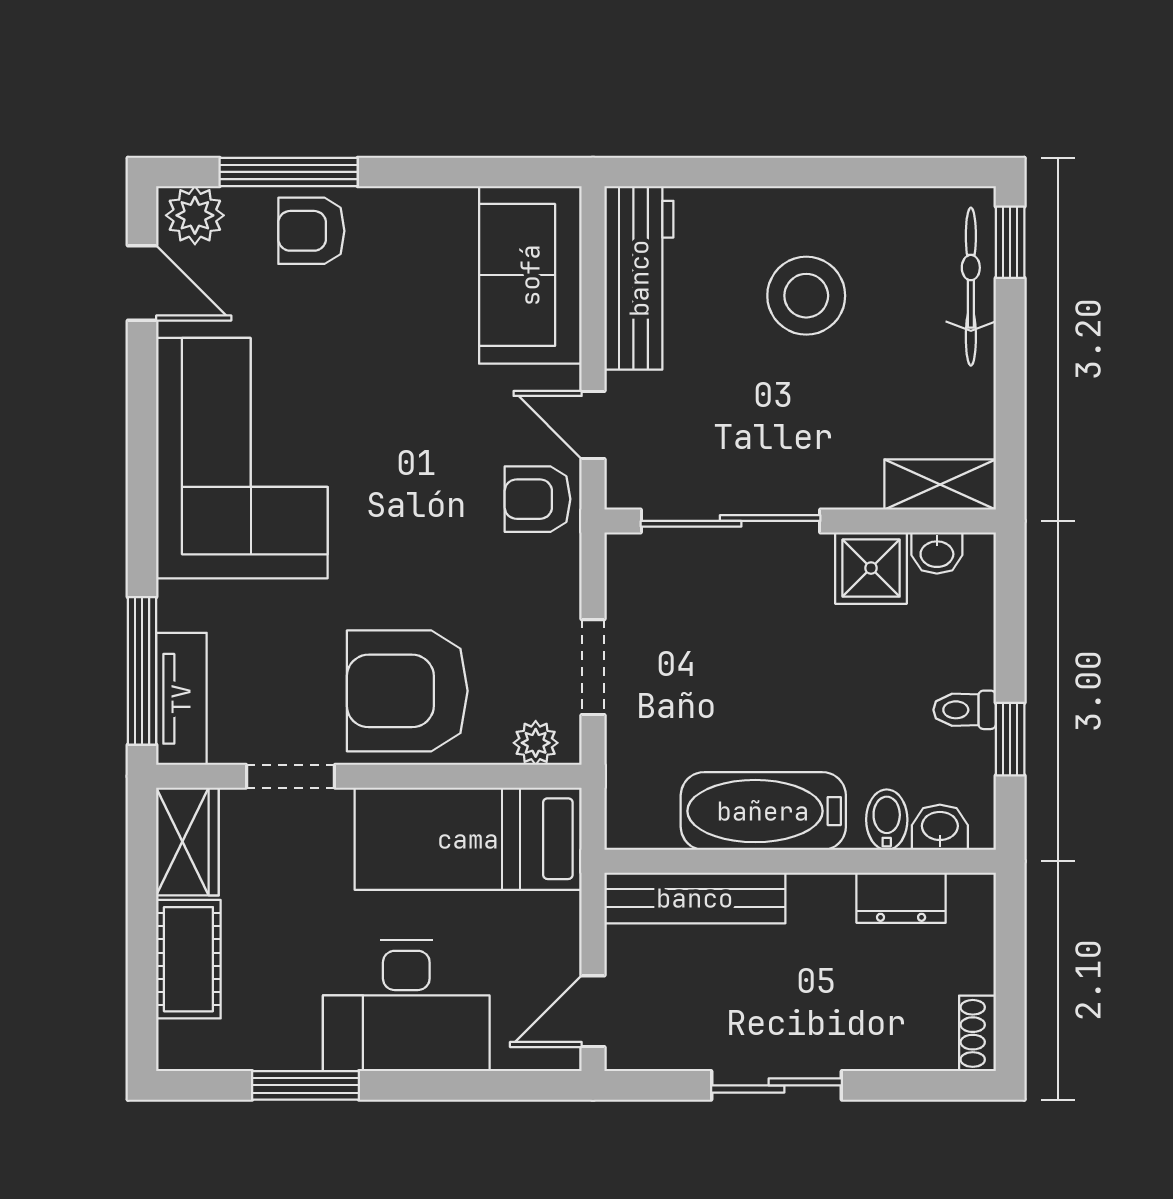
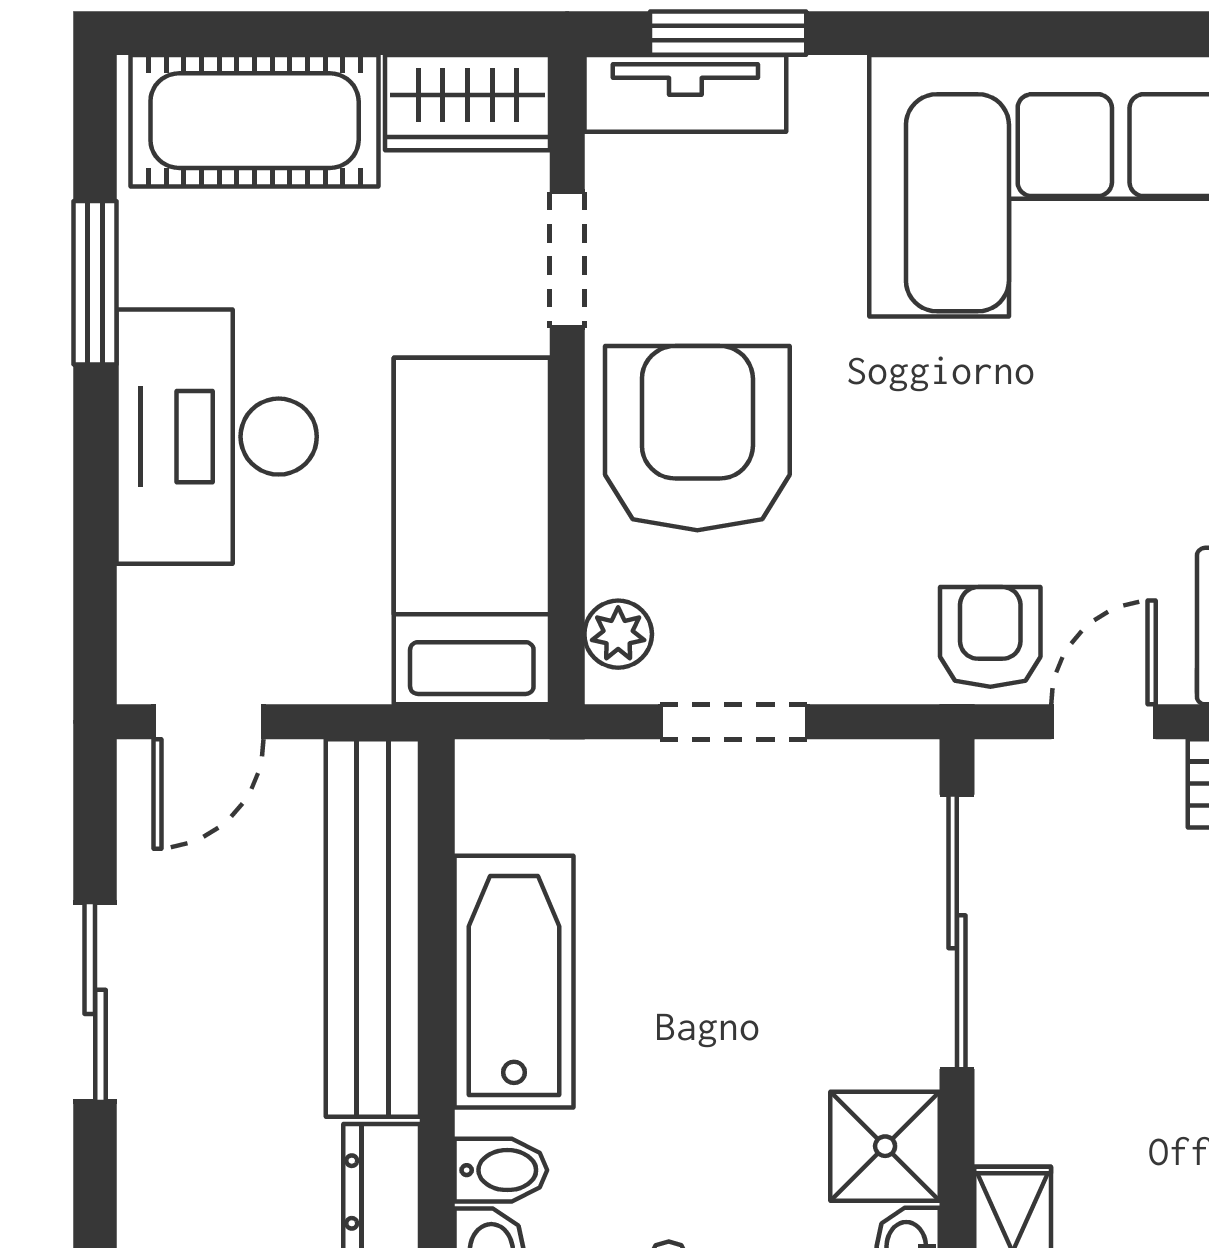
window: (142, 671) -> (728, 33), width x0.69
bench: (695, 898) -> (373, 928), width x1.37, depth x1.21
cot: (188, 959) -> (255, 121), width x1.37, depth x1.34
door: (593, 1011) -> (208, 722), swing flipped

